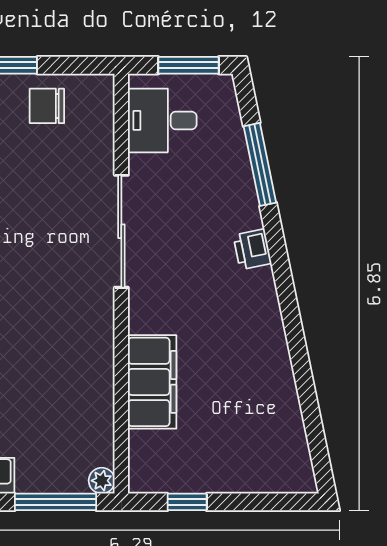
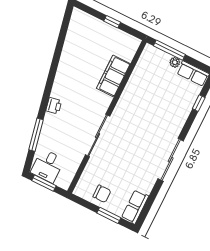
desk: (162, 120) -> (47, 166), moved, turned 90
plant: (102, 481) -> (175, 62), moved
window: (187, 502) -> (112, 22), moved

